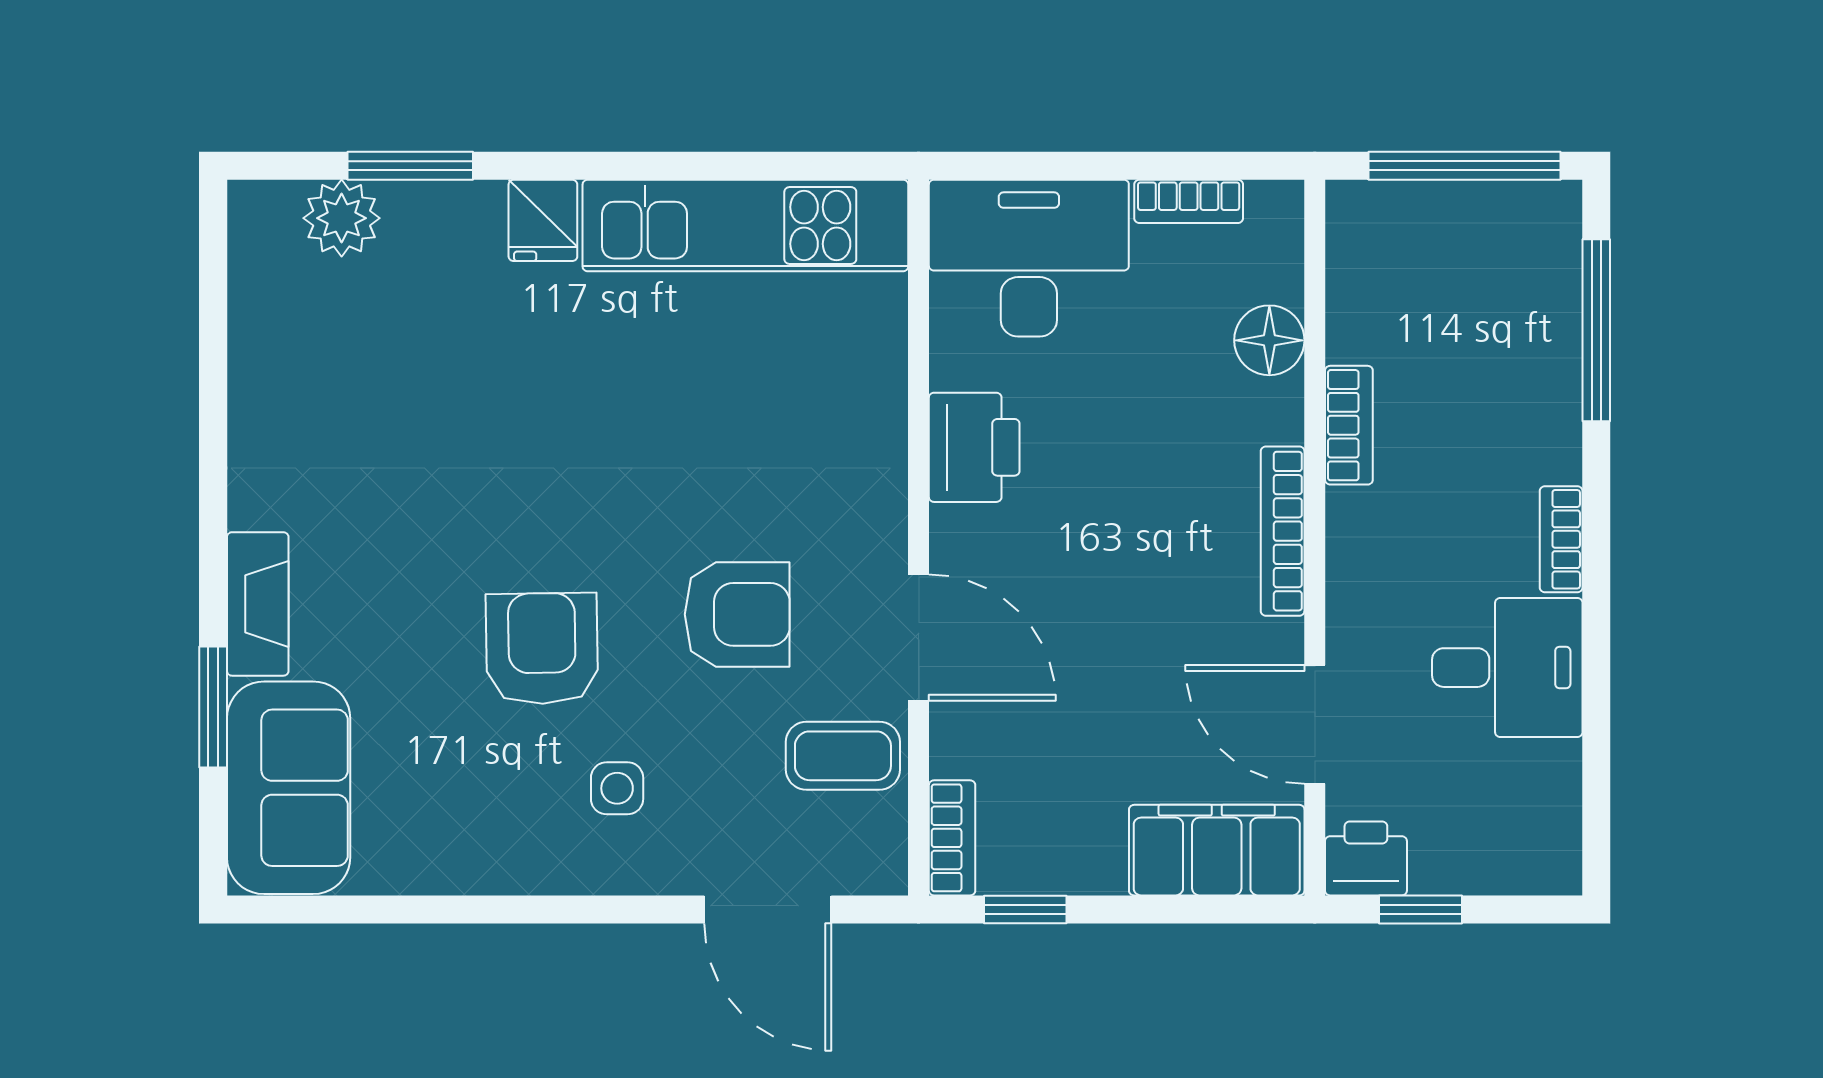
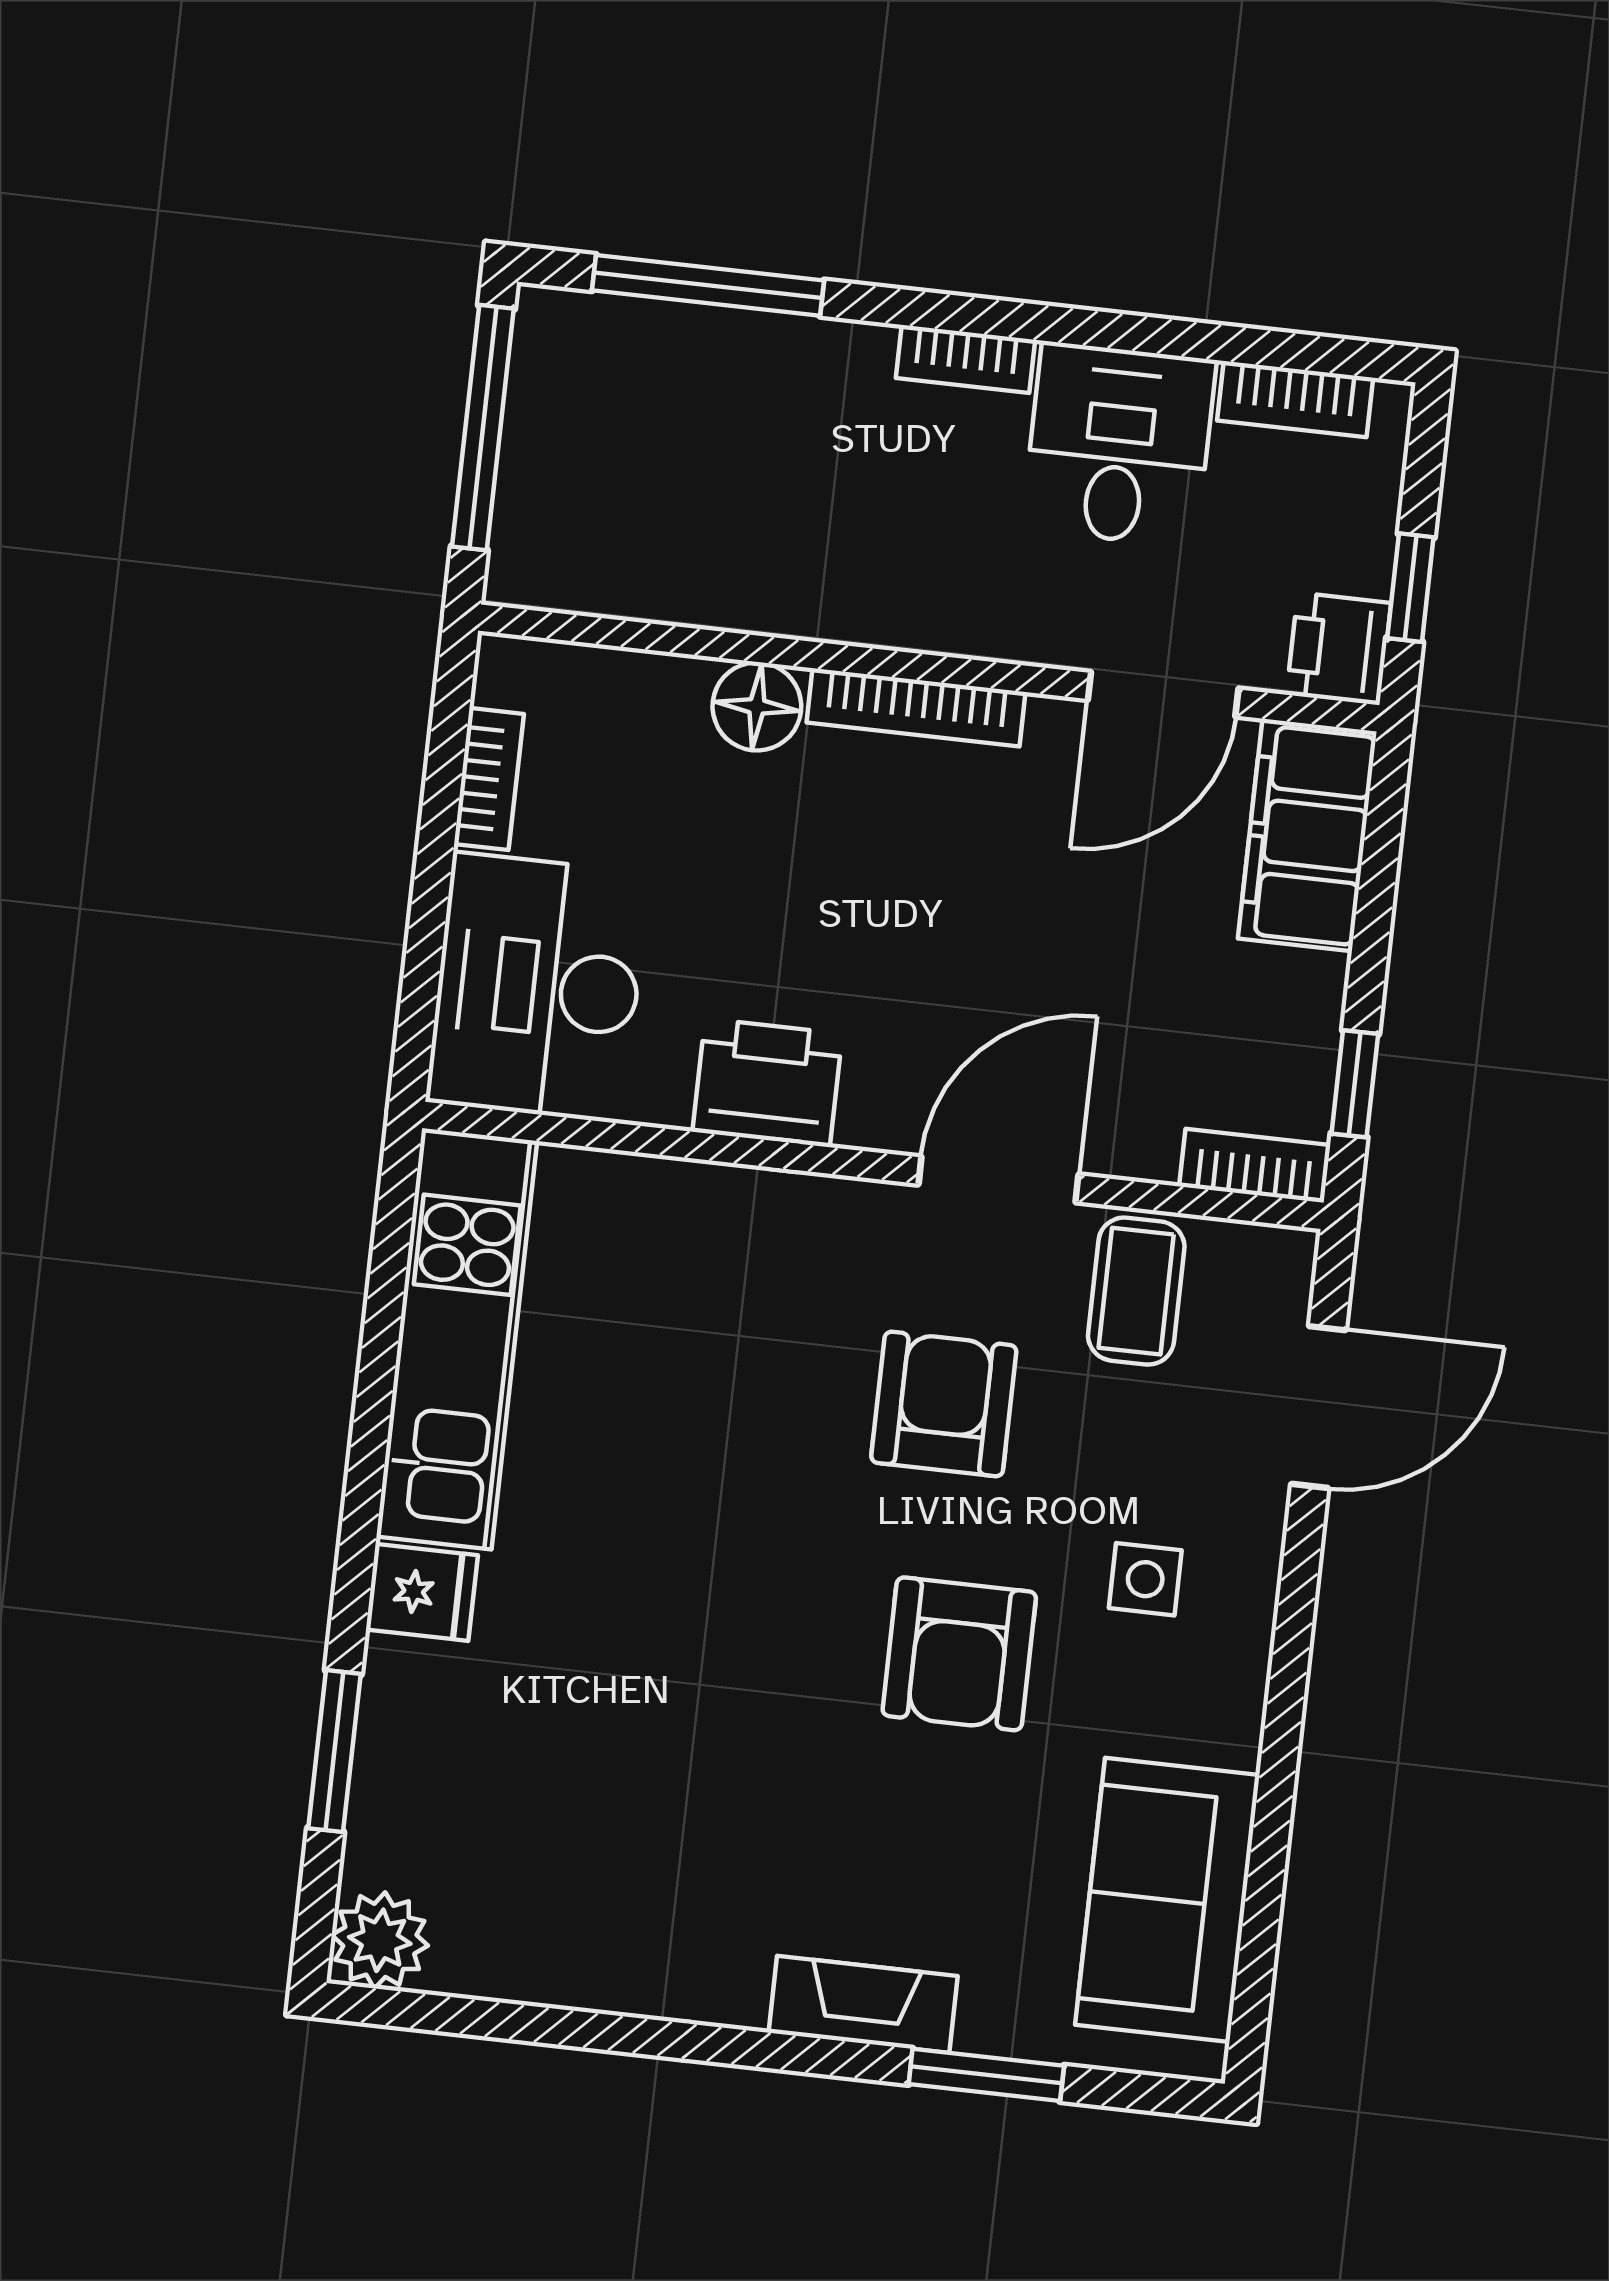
plant: (342, 218) -> (380, 1940), moved
floor lamp: (1269, 340) -> (757, 706), moved
bookcase: (1349, 425) -> (1295, 399), moved, turned 180
armchair: (542, 649) -> (959, 1654), turned -89
sofa: (289, 788) -> (1167, 1900), moved, turned -90

